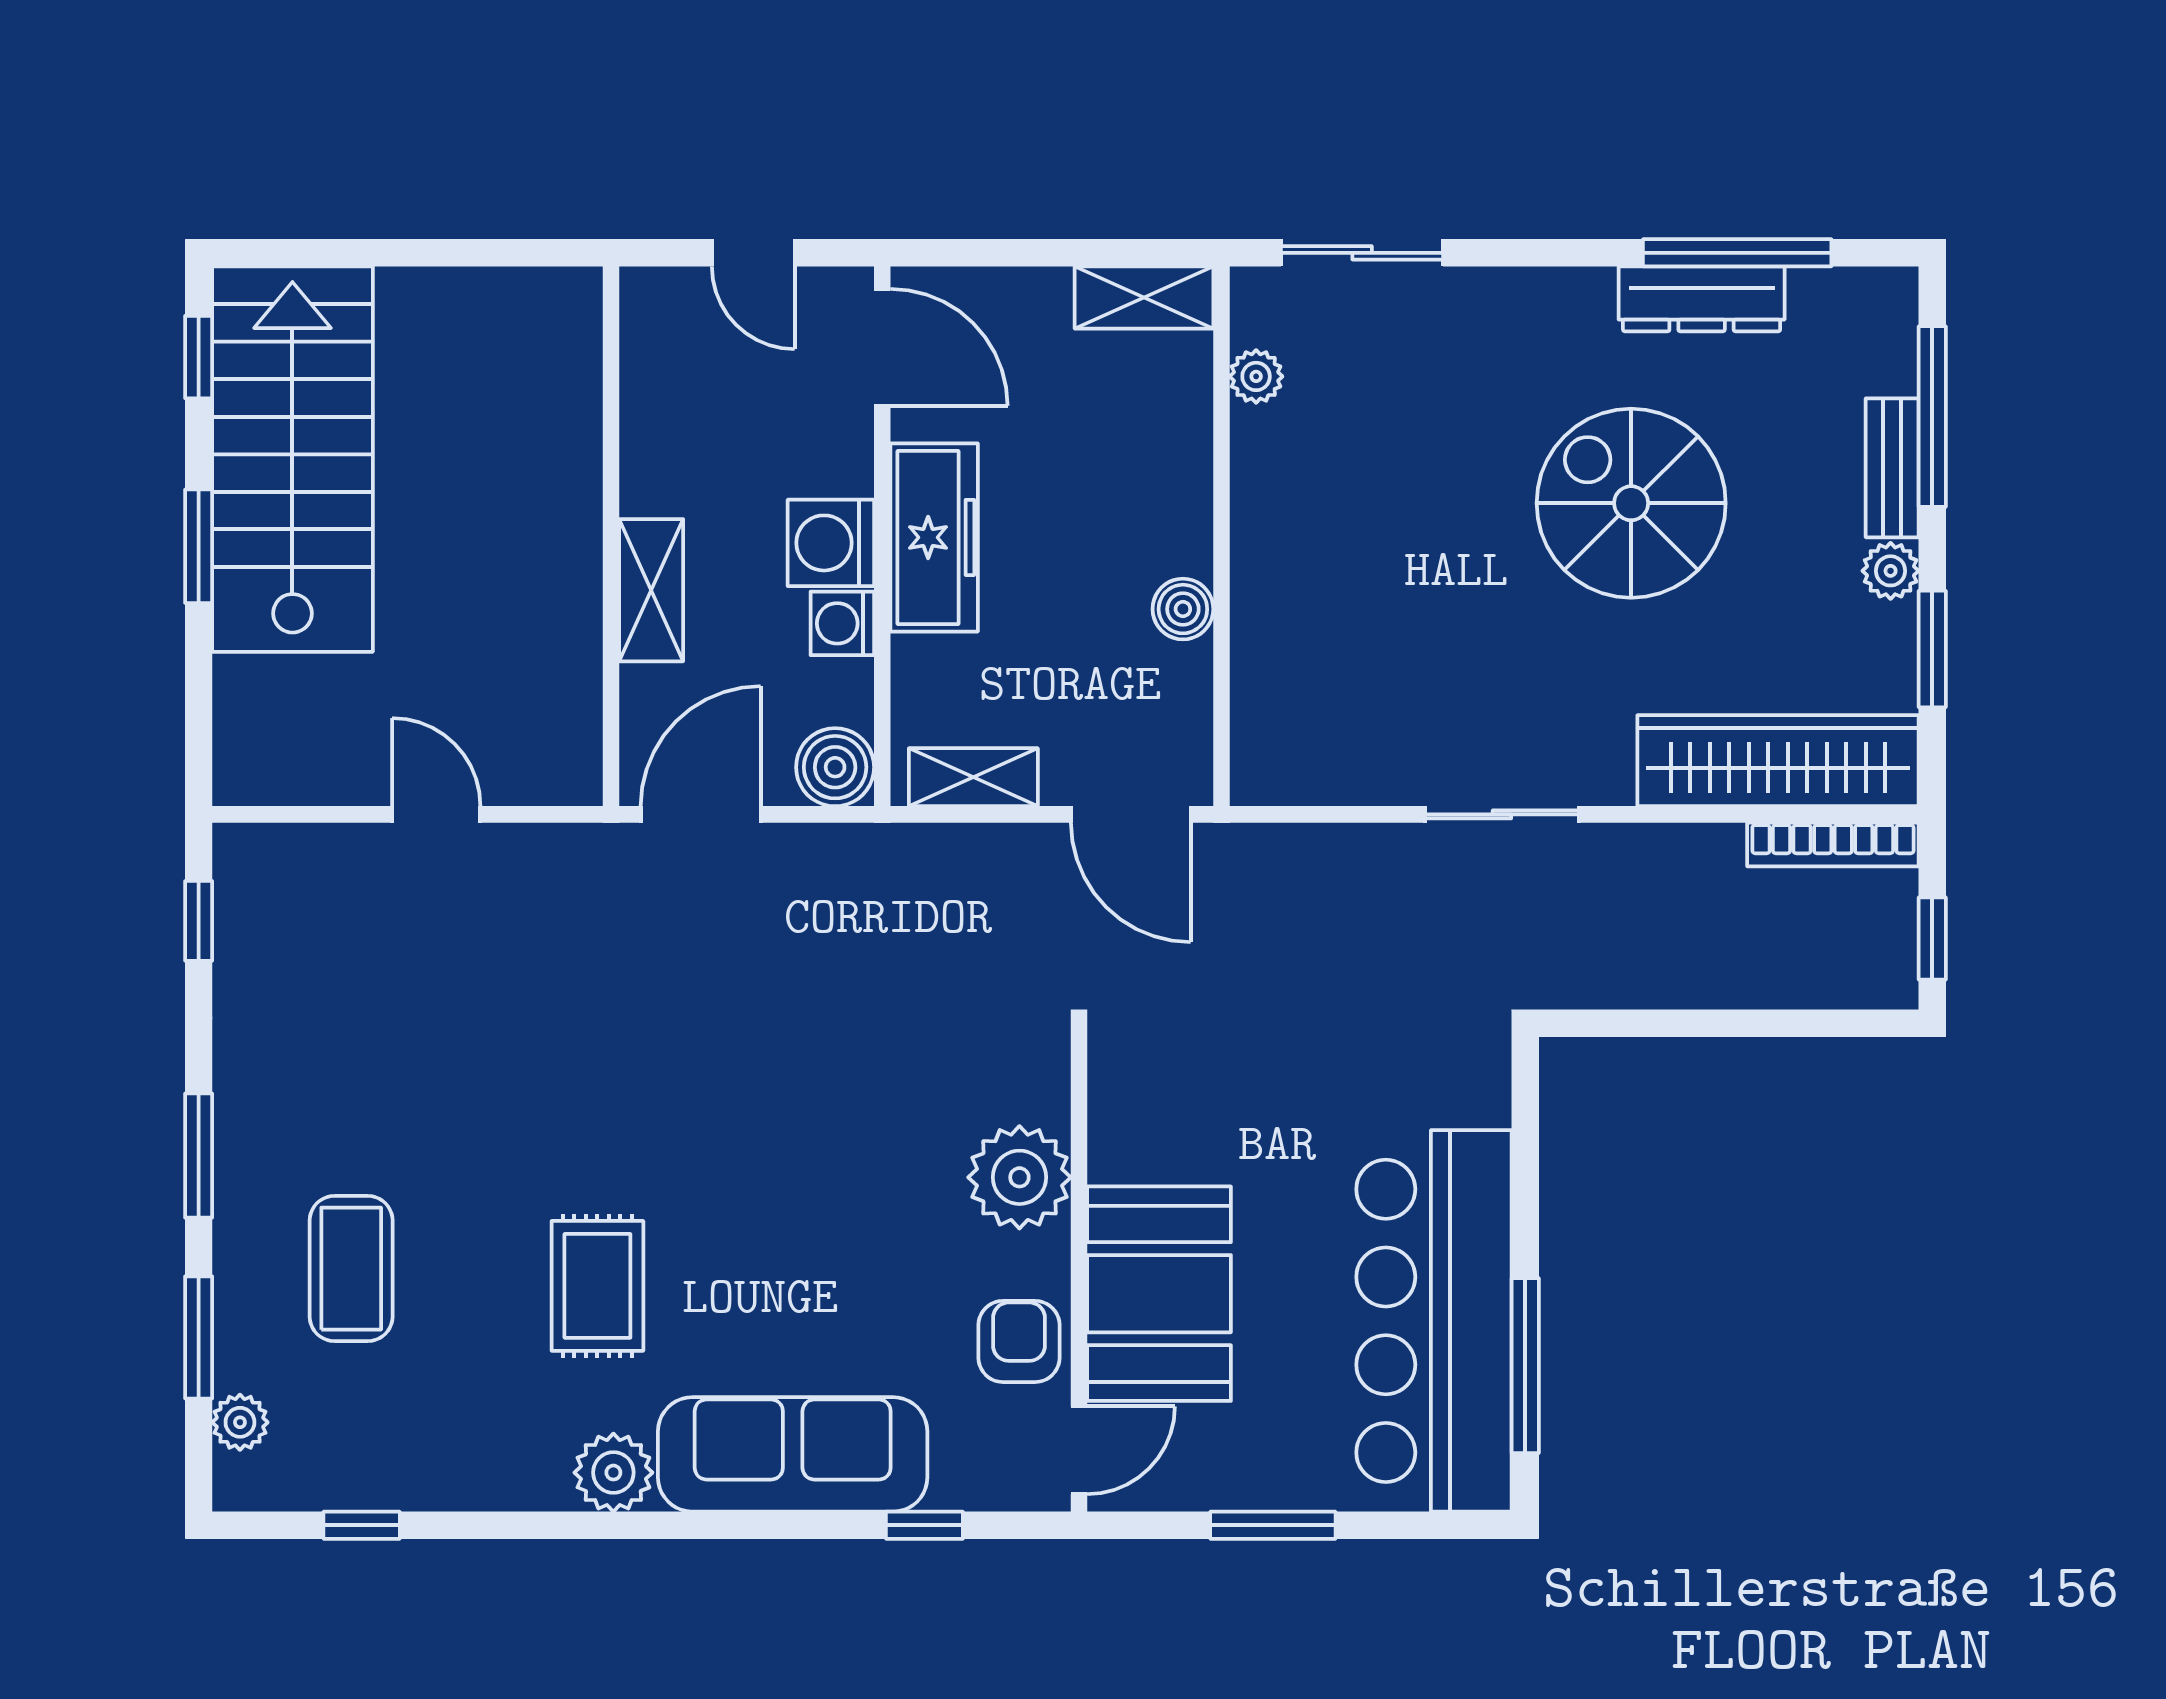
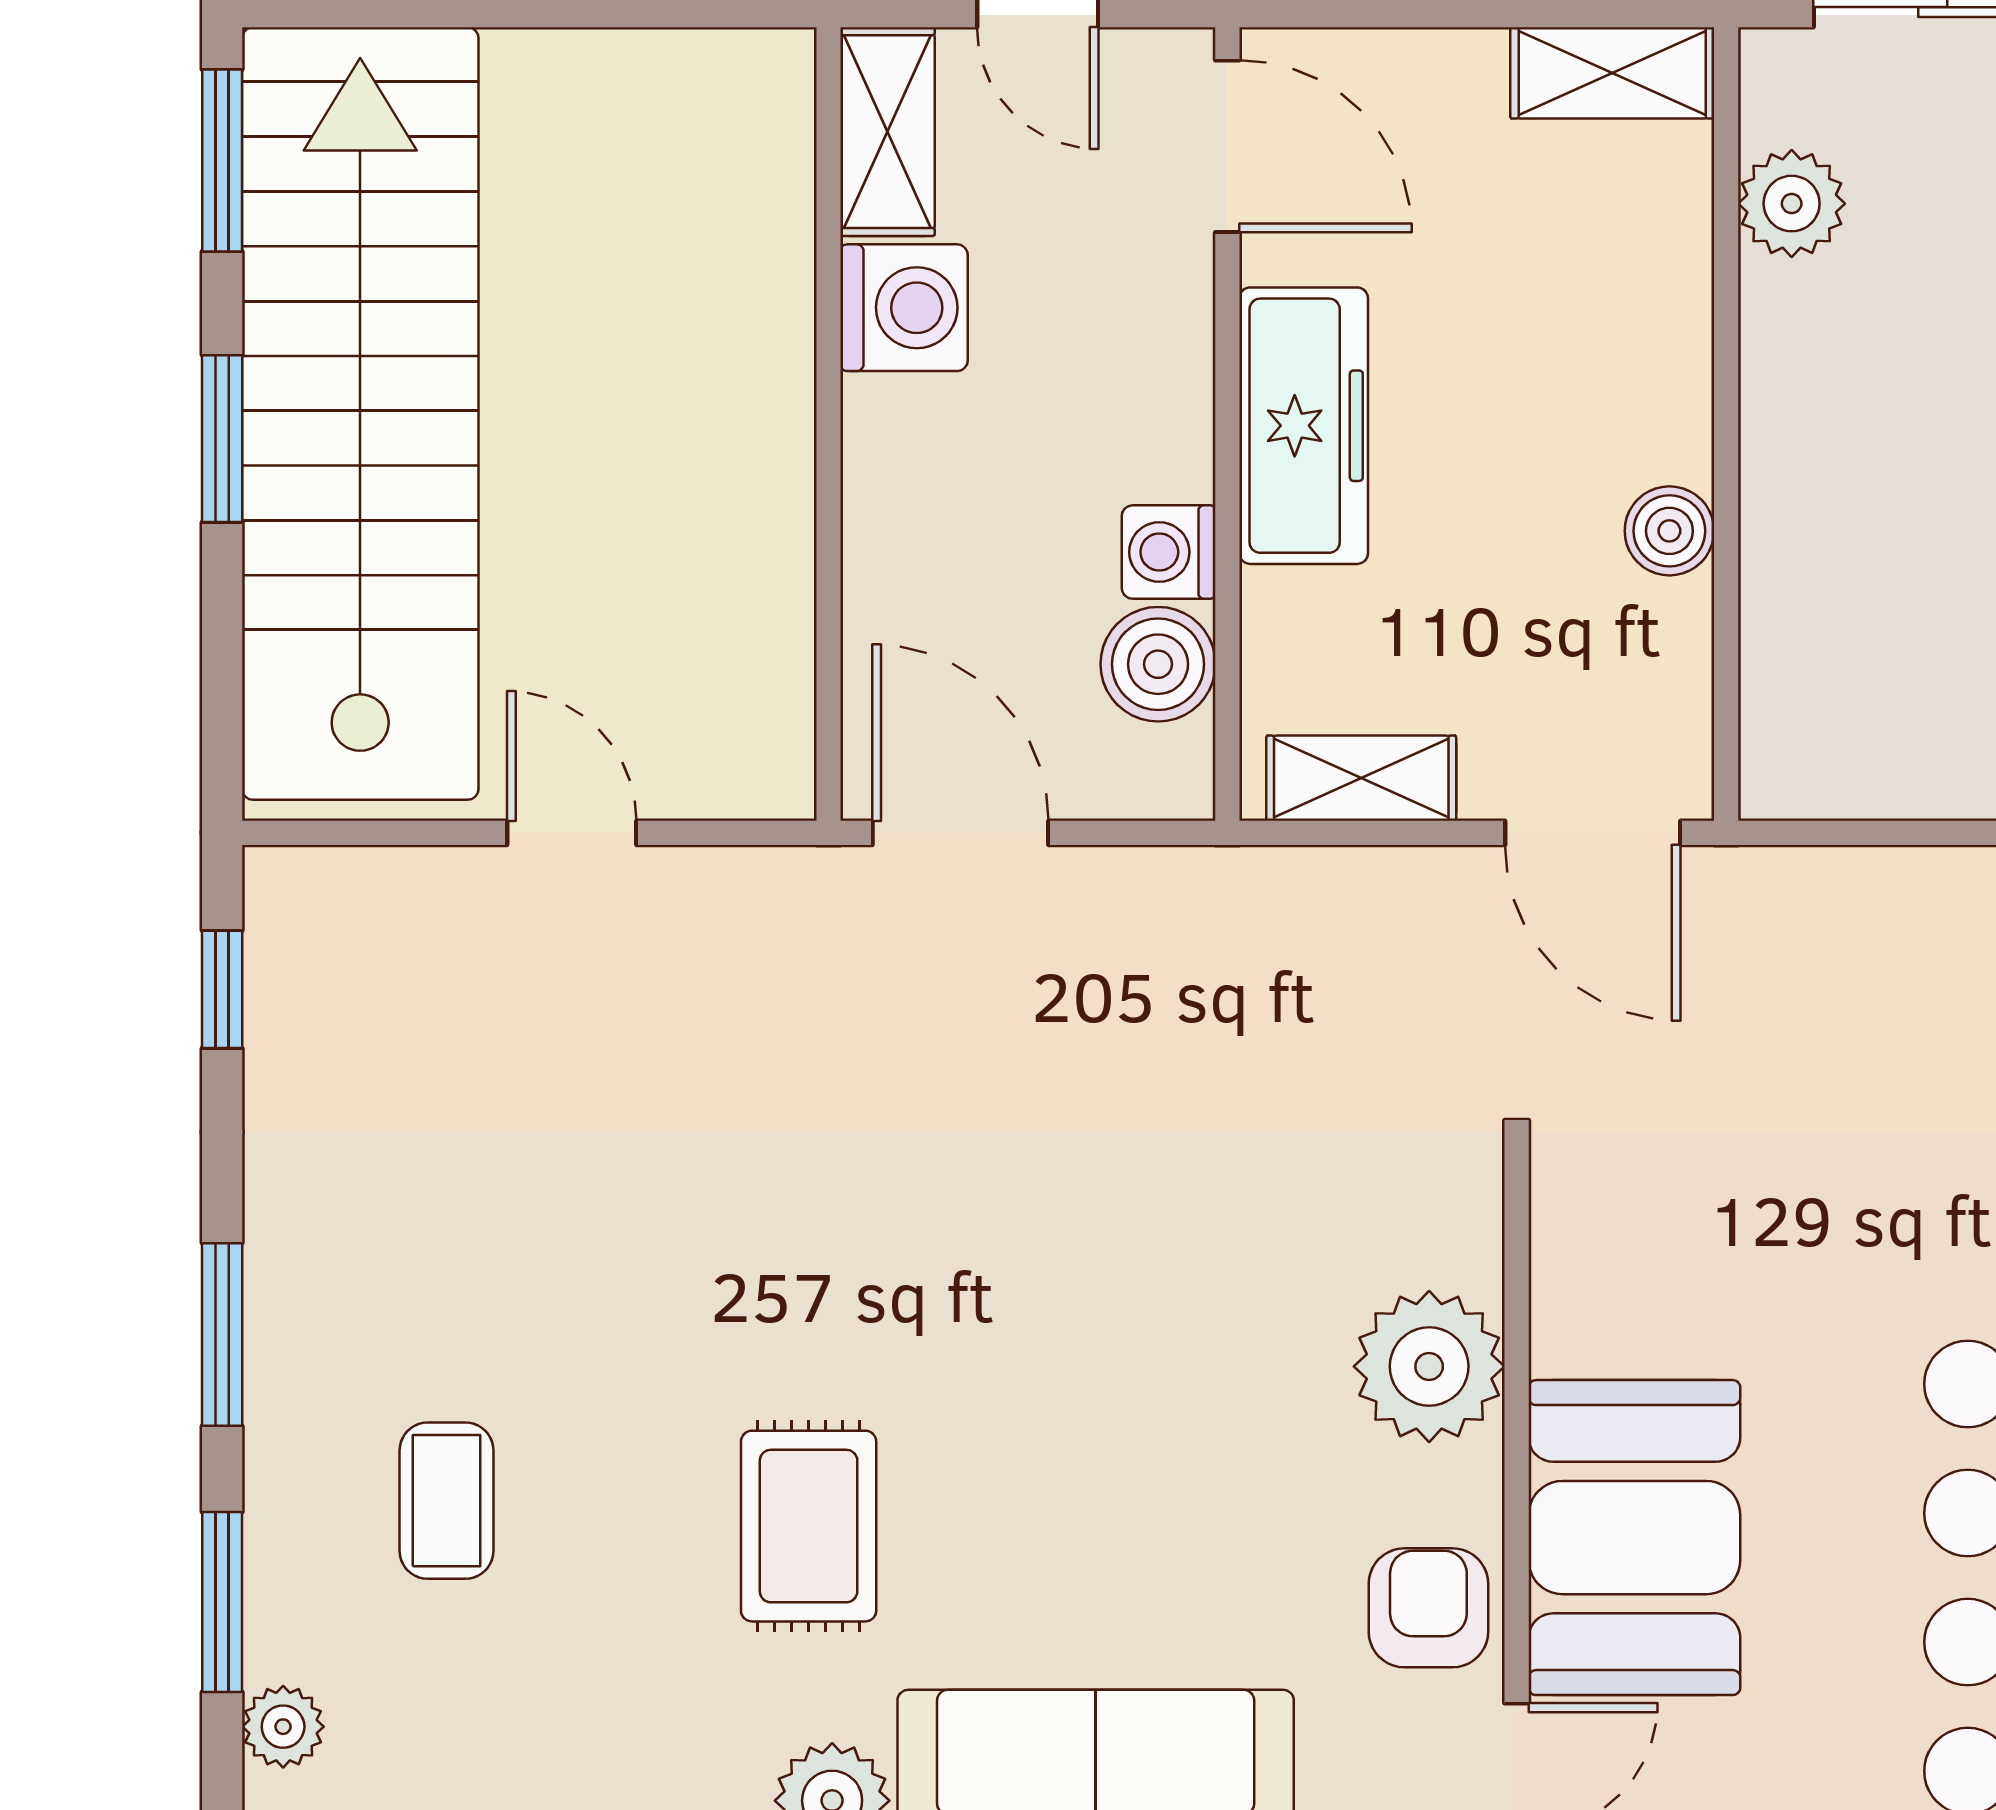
window: (199, 357) -> (222, 160), width x1.50
plant: (1256, 376) -> (1792, 204), width x1.38, depth x1.38
stairs: (292, 459) -> (360, 413), width x1.36
washing machine: (831, 543) -> (904, 308), moved, turned 180
shelving: (651, 590) -> (888, 132), moved
boiler: (835, 767) -> (1158, 664), moved
door: (701, 814) -> (960, 833), hinge flipped
coffee table: (351, 1269) -> (446, 1501), width x0.73, depth x0.77

